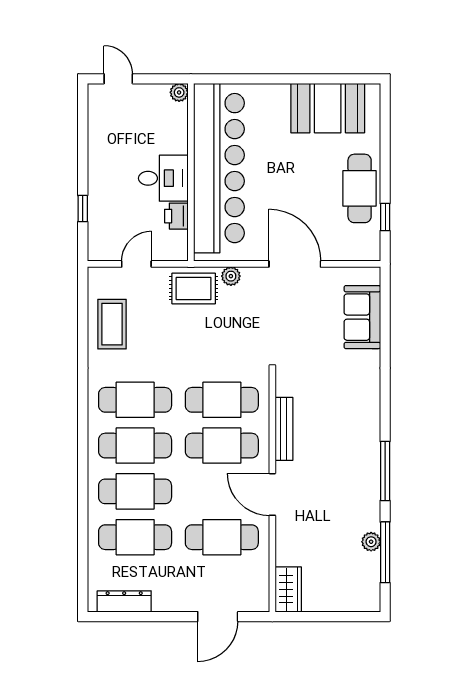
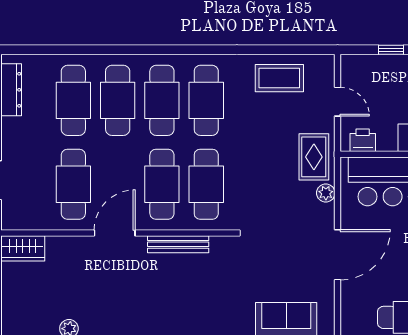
printer: (176, 216) -> (363, 140), moved

